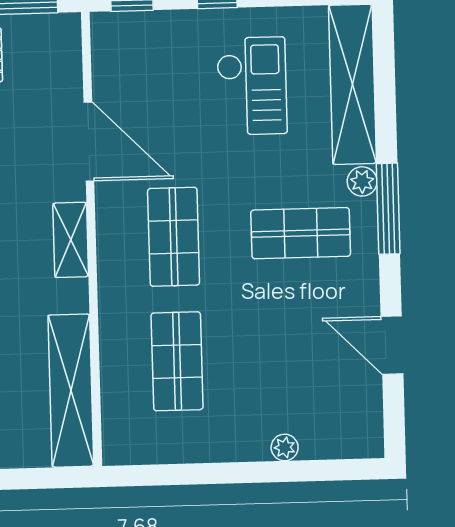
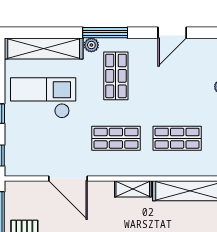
checkout: (252, 86) -> (43, 98), width x1.36, depth x1.21
door: (89, 142) -> (68, 178), swing flipped
shelving: (71, 240) -> (133, 189), moved

